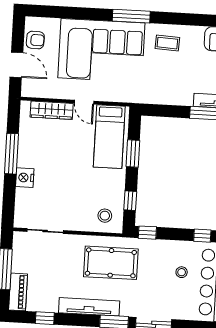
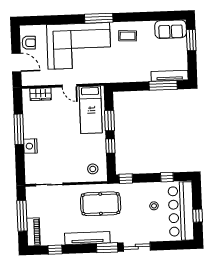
wardrobe: (52, 110) -> (41, 94), width x0.67
window: (130, 201) -> (110, 146), moved

